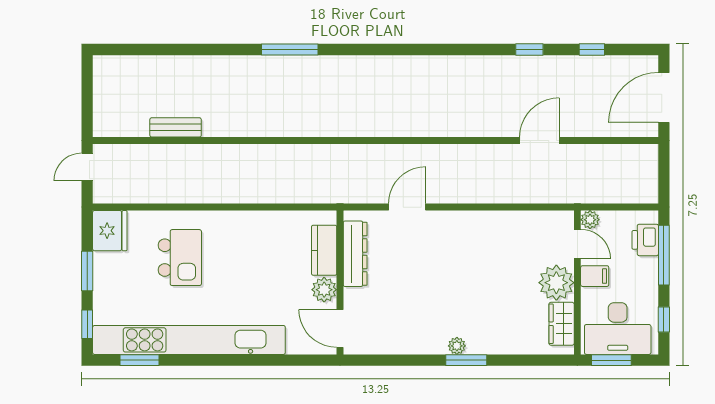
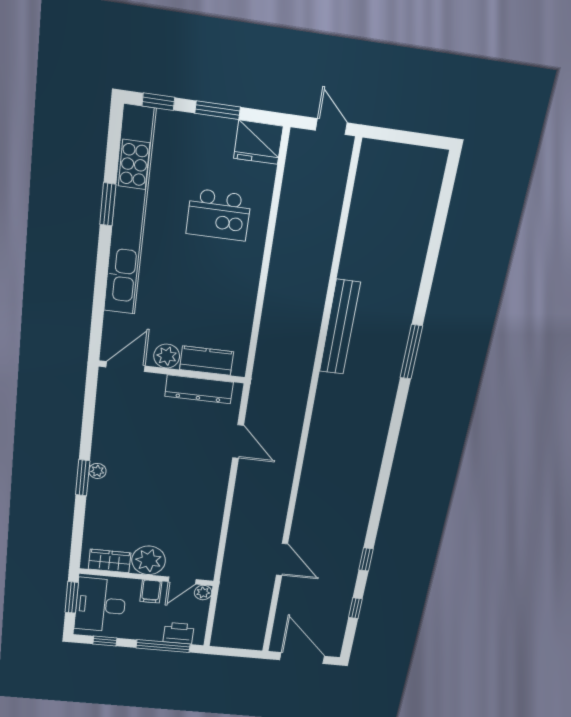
bench: (176, 127) -> (340, 327), moved, width x1.86, depth x1.21
window: (139, 360) -> (108, 204), moved

